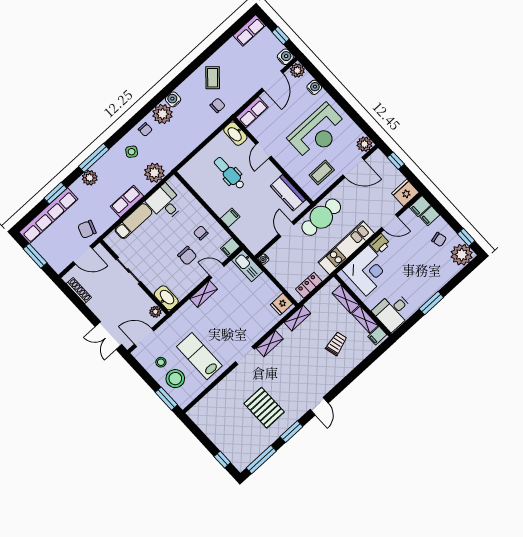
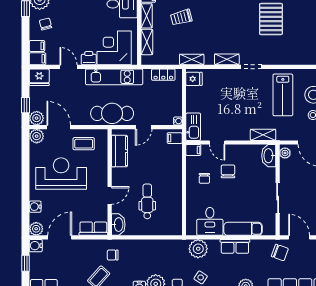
plant: (378, 158) -> (37, 118), added
dental chair: (229, 173) -> (147, 201), turned 180
filing cabinet: (230, 218) -> (175, 138), moved
shelving: (204, 294) -> (263, 135), moved

